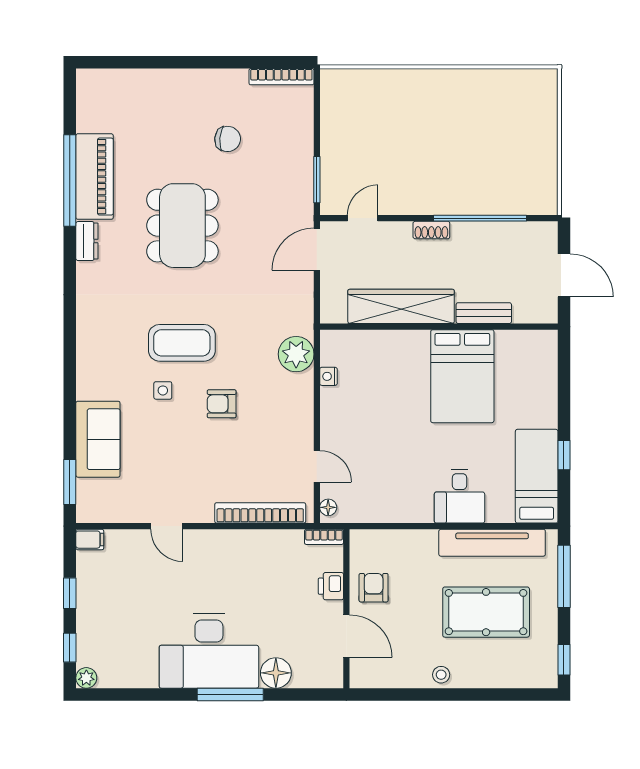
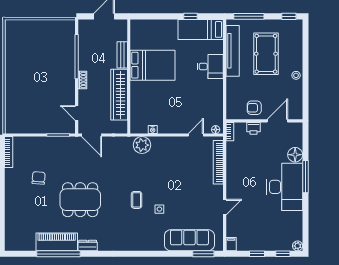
coffee table: (182, 343) -> (137, 200), width x0.54, depth x0.58
armchair: (222, 404) -> (166, 181), removed
sofa: (98, 439) -> (189, 240), width x1.36

